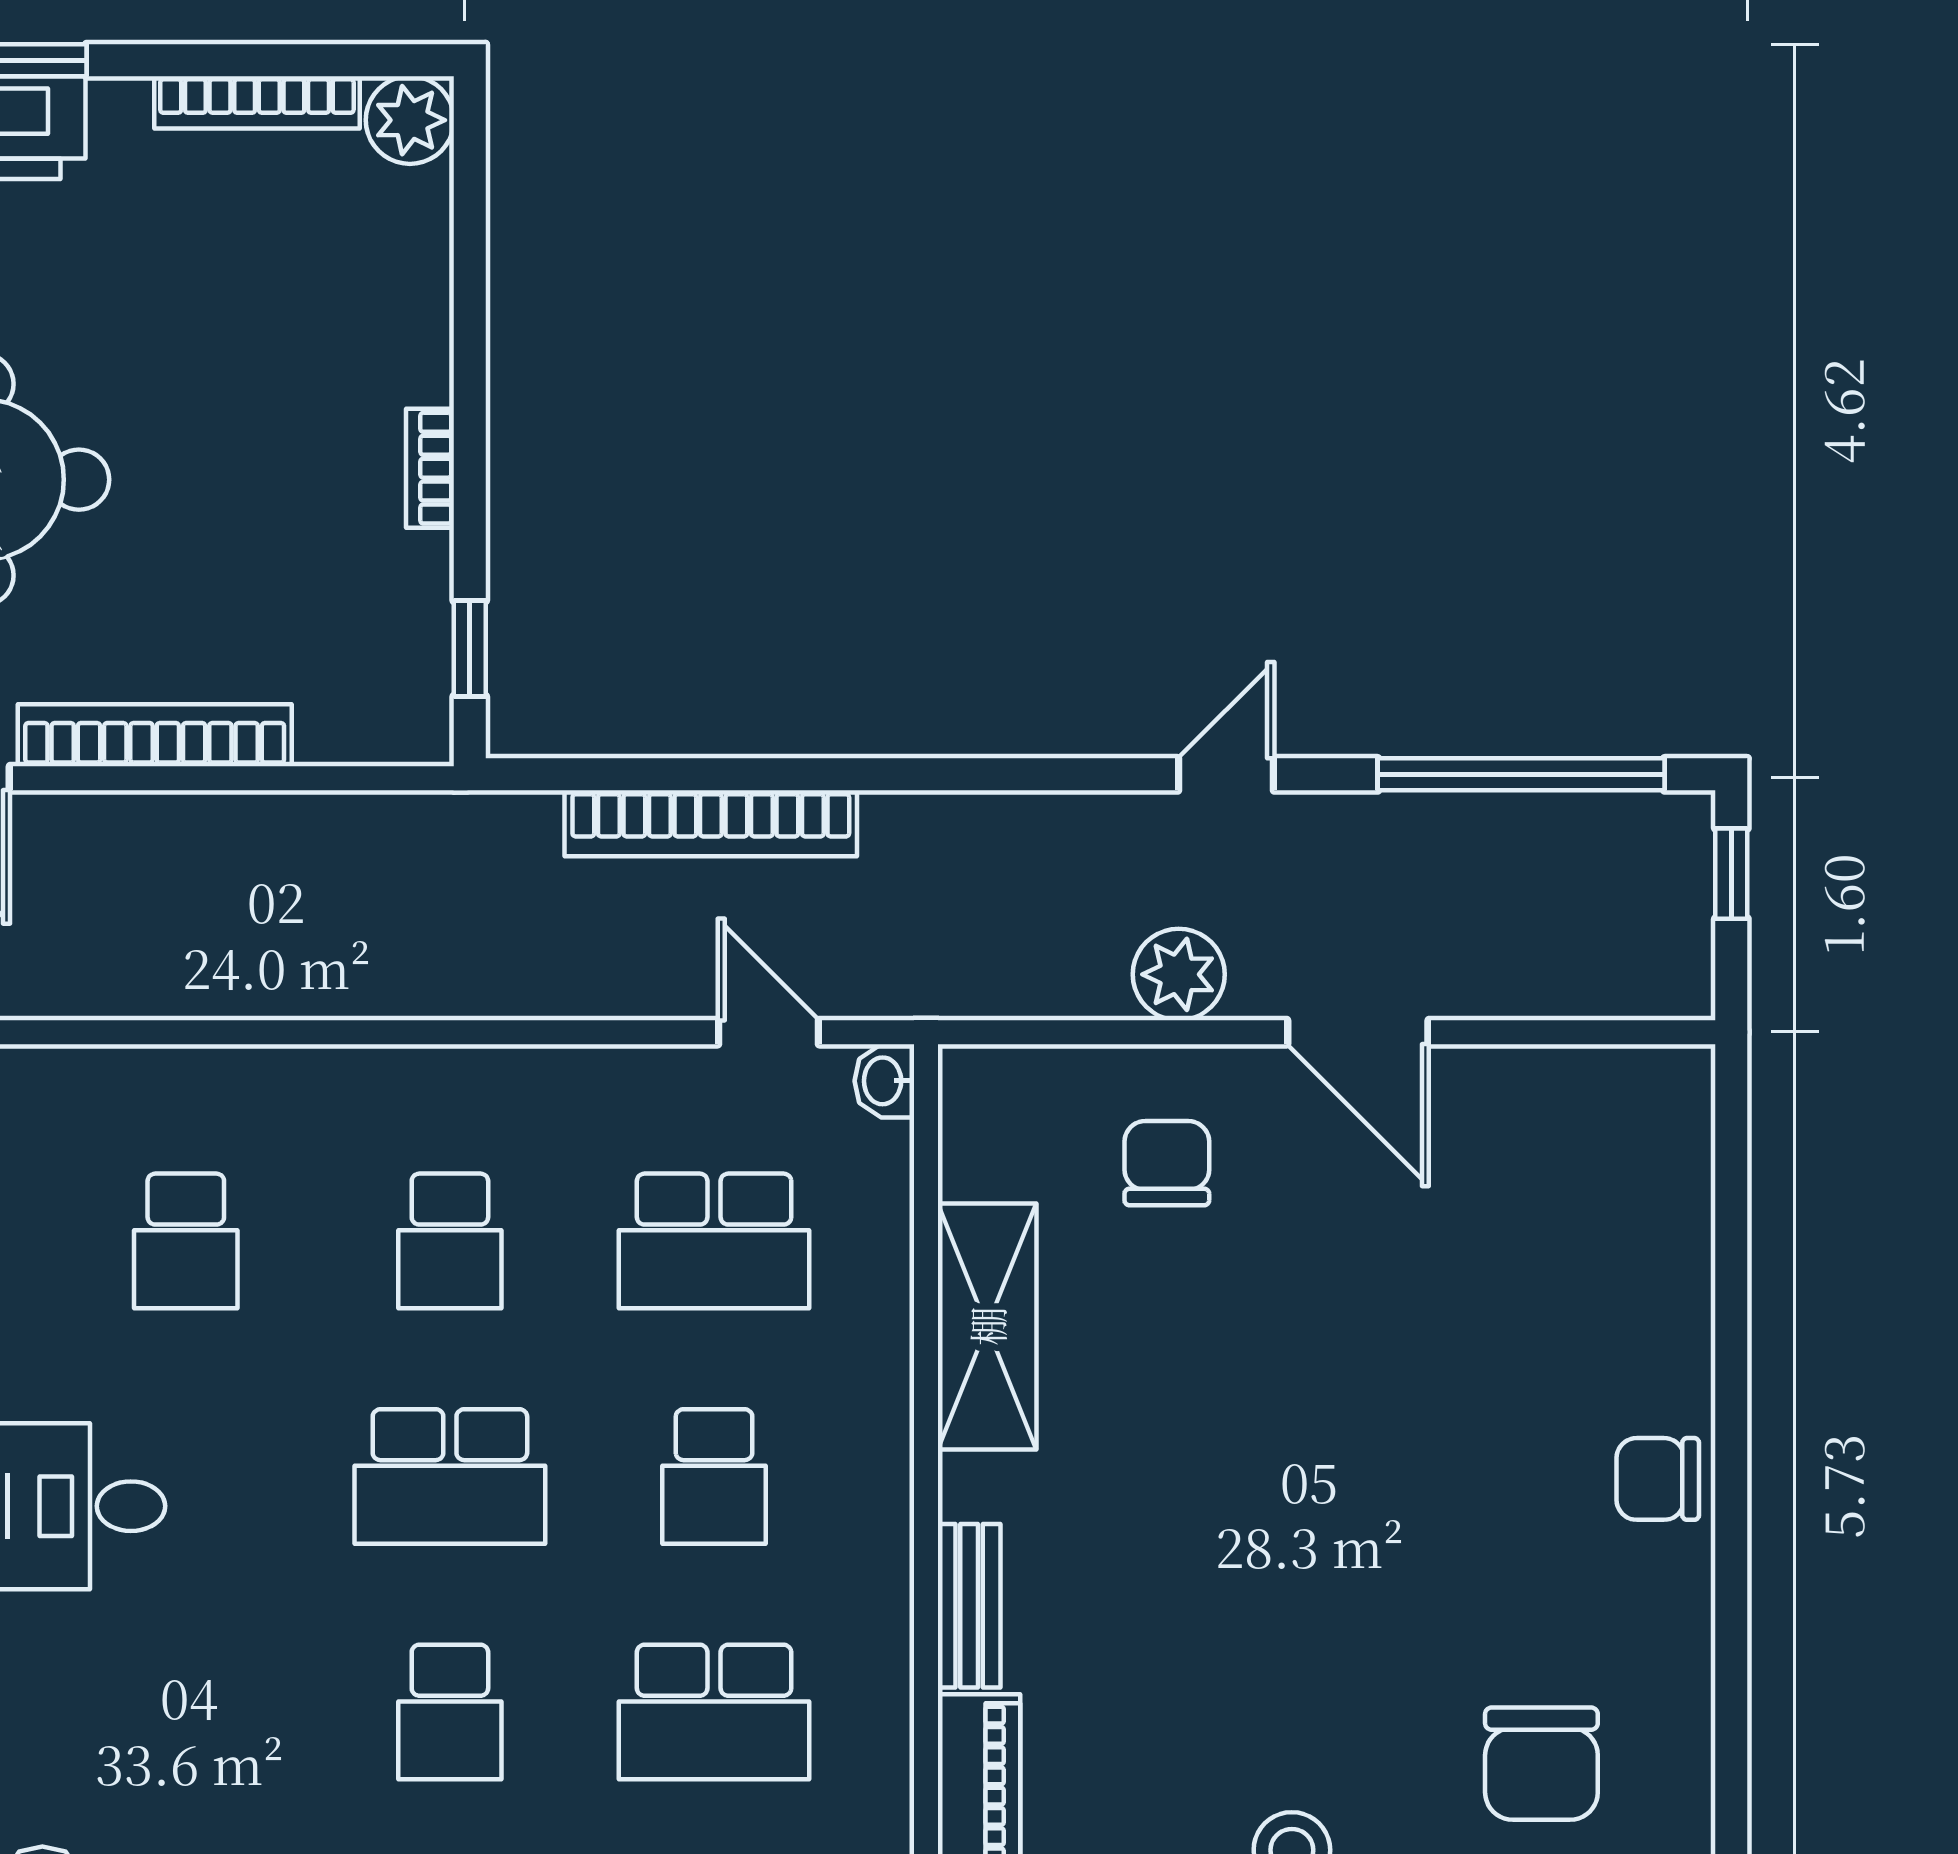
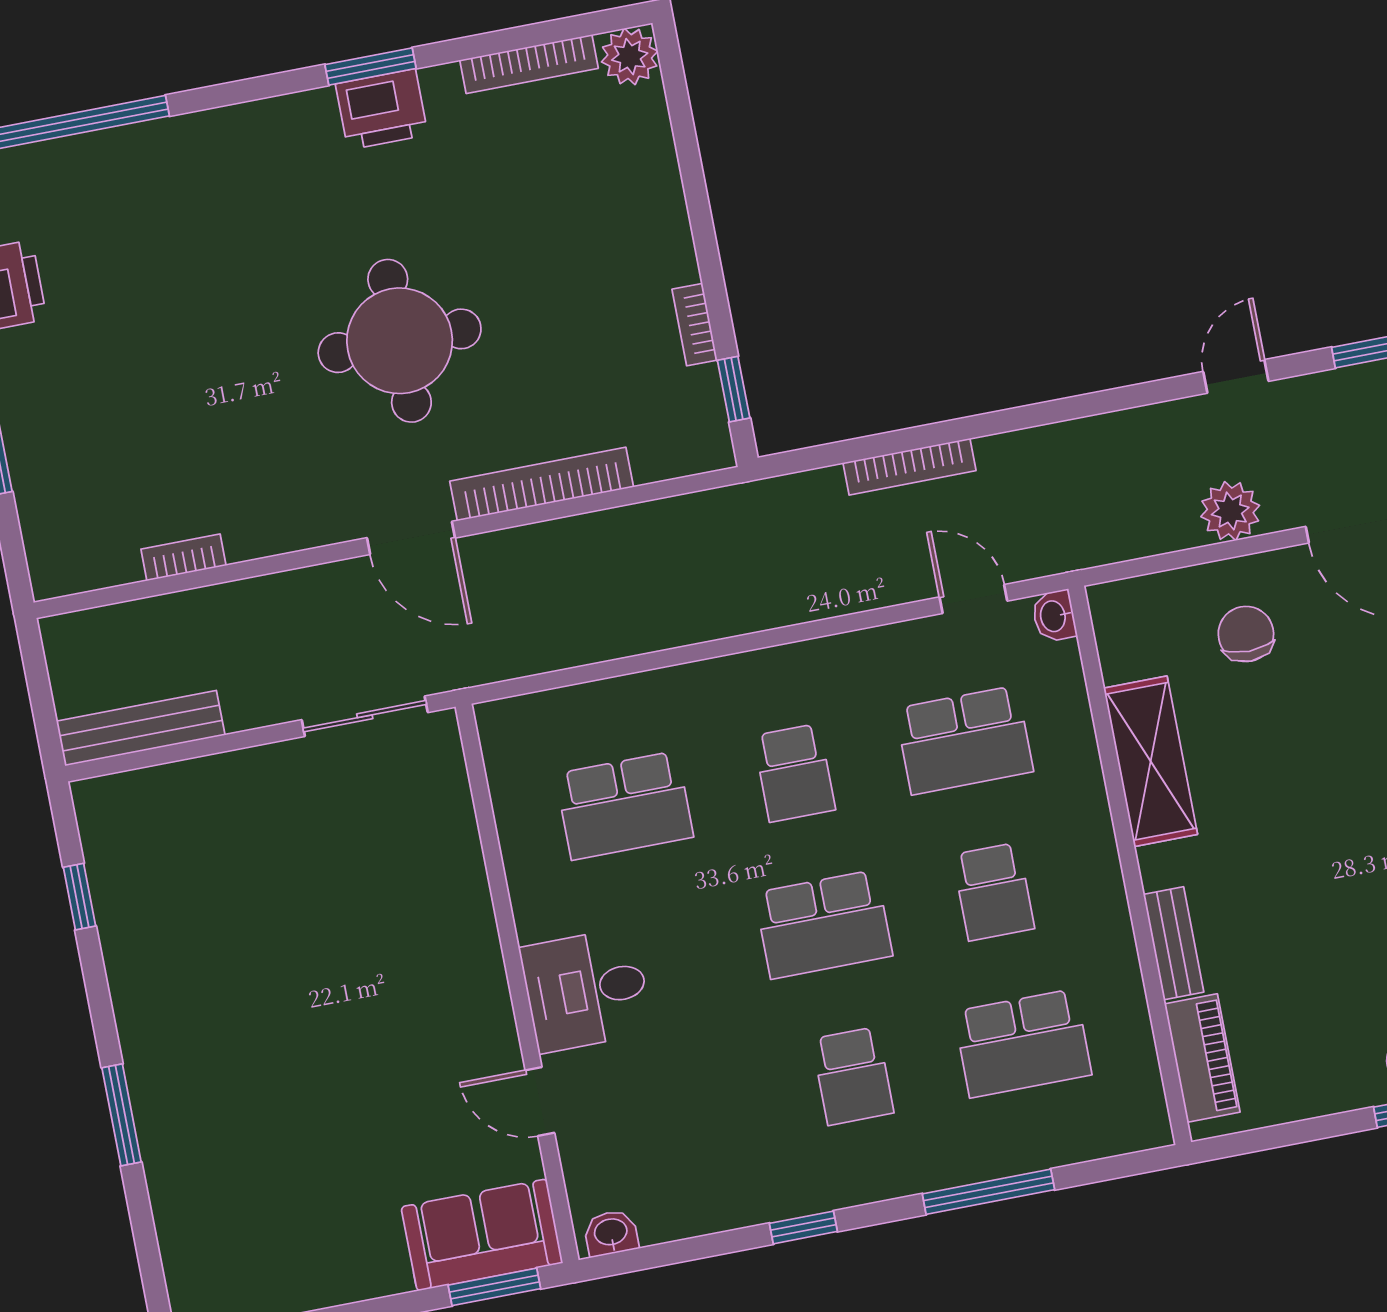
bookcase: (430, 468) -> (695, 325), moved
bookcase: (711, 823) -> (909, 467), width x0.68, depth x0.76
school desk: (186, 1241) -> (624, 806), width x1.85

